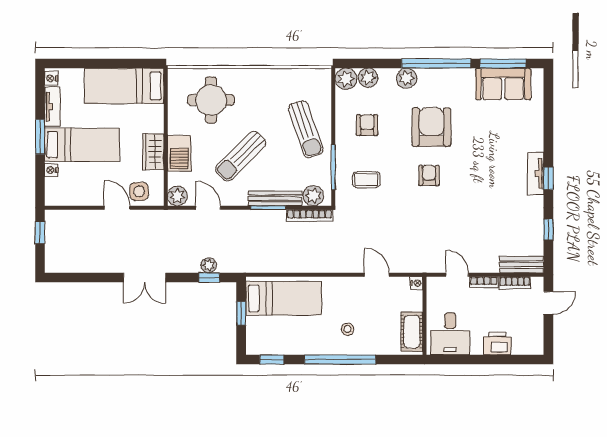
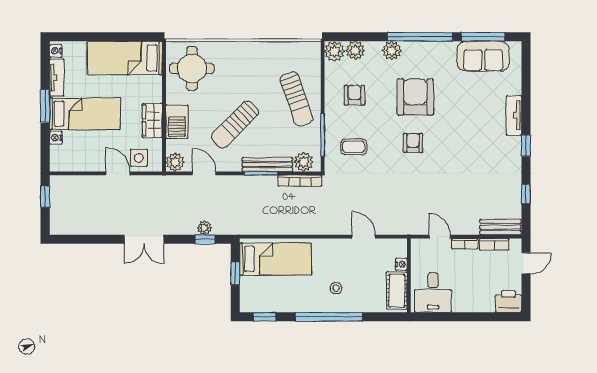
round table: (211, 100) -> (192, 68), moved
tv unit: (536, 173) -> (514, 115), moved
nightstand: (417, 283) -> (401, 264), moved
printer: (497, 343) -> (508, 302), moved

